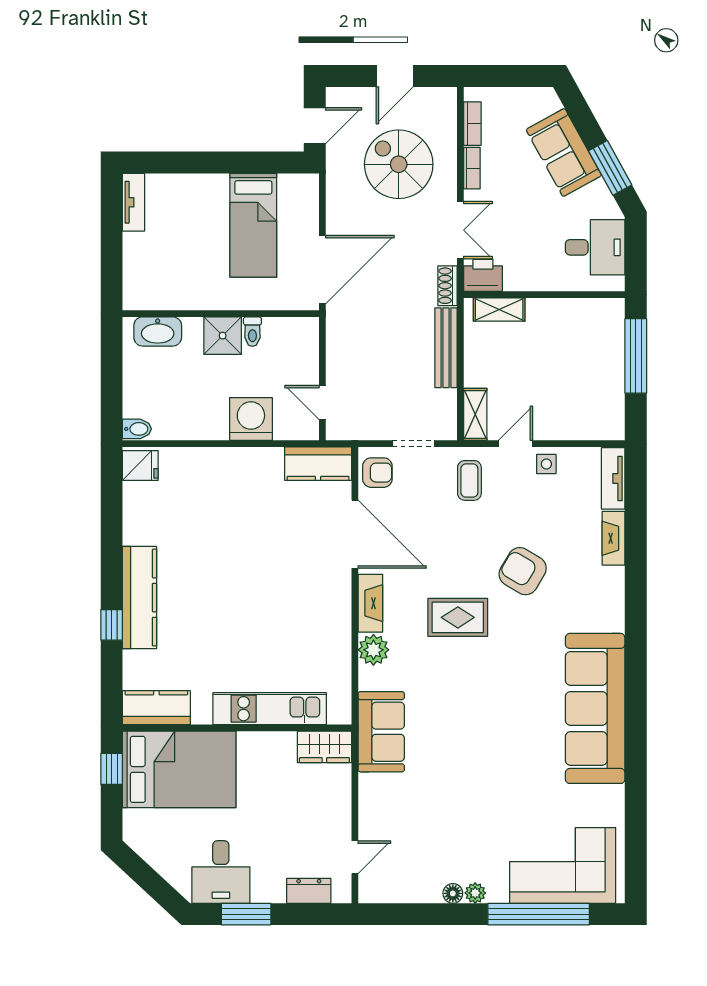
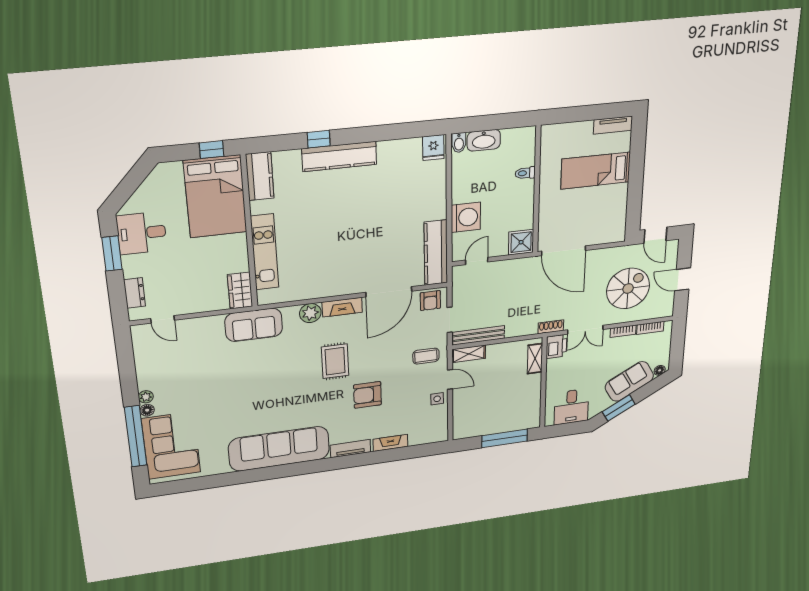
floor lamp: (551, 103) -> (660, 370), added
bed: (253, 225) -> (596, 171), moved
washbasin: (158, 331) -> (484, 140), moved, turned -90
toilet: (252, 332) -> (525, 173), moved
shower: (223, 336) -> (521, 242), moved
bench: (446, 348) -> (479, 335), moved
kitchen counter: (318, 464) -> (436, 253), width x1.50
tv unit: (613, 478) -> (350, 449), moved
armchair: (523, 571) -> (367, 395), turned -121
floor lamp: (453, 893) -> (147, 410), moved

